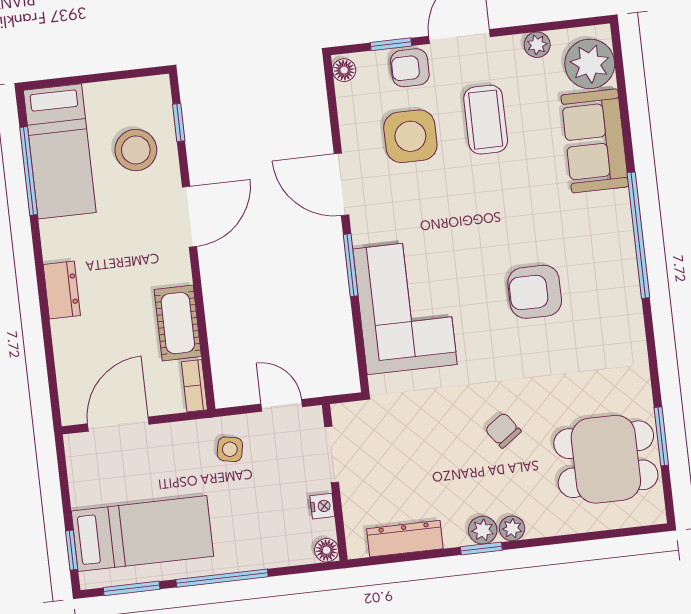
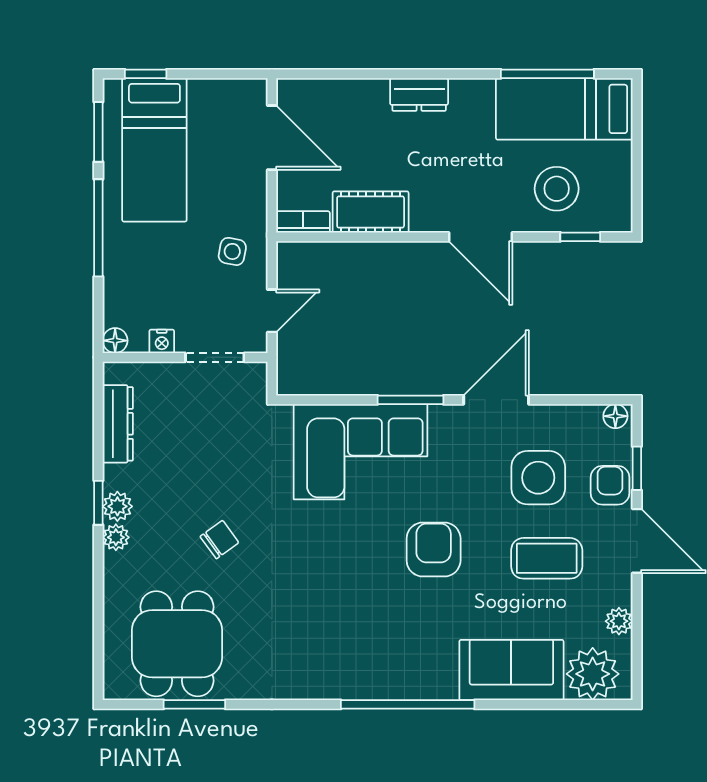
armchair: (535, 292) -> (434, 549), moved

